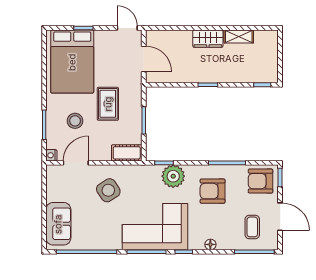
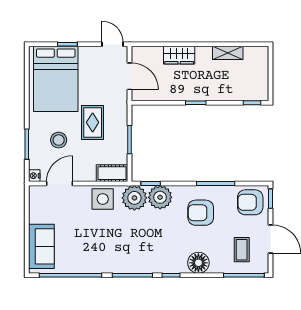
wardrobe: (208, 39) -> (179, 55), moved
plant: (148, 177) -> (134, 198), added
side table: (108, 190) -> (103, 199), moved, turned 33
corner sofa: (155, 227) -> (141, 249), removed
floor lamp: (210, 244) -> (198, 263), width x1.89, depth x1.89

